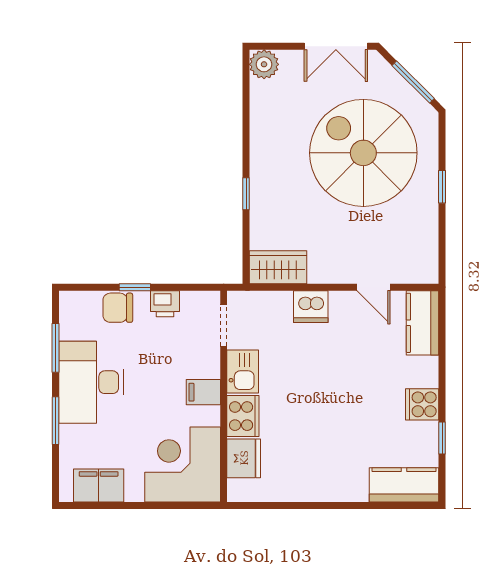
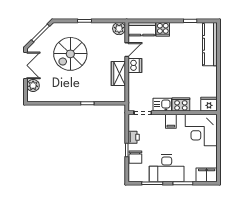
plant: (264, 64) -> (33, 85), moved
spiral stairs: (363, 153) -> (70, 54), width x0.73, depth x0.73
wardrobe: (278, 267) -> (118, 74), moved
plant: (424, 269) -> (119, 29), added
dishwasher: (311, 307) -> (135, 66), moved
cooker: (422, 404) -> (163, 29), moved
fridge: (244, 458) -> (209, 104), moved
kitchen counter: (404, 485) -> (210, 44), width x1.50
filing cabinet: (99, 486) -> (207, 175), moved, turned 90

